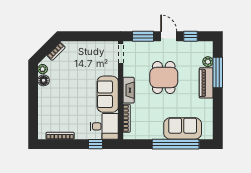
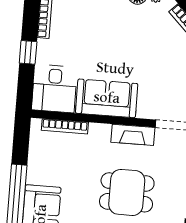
fireplace: (129, 90) -> (133, 135), moved
window: (96, 144) -> (28, 52), moved

